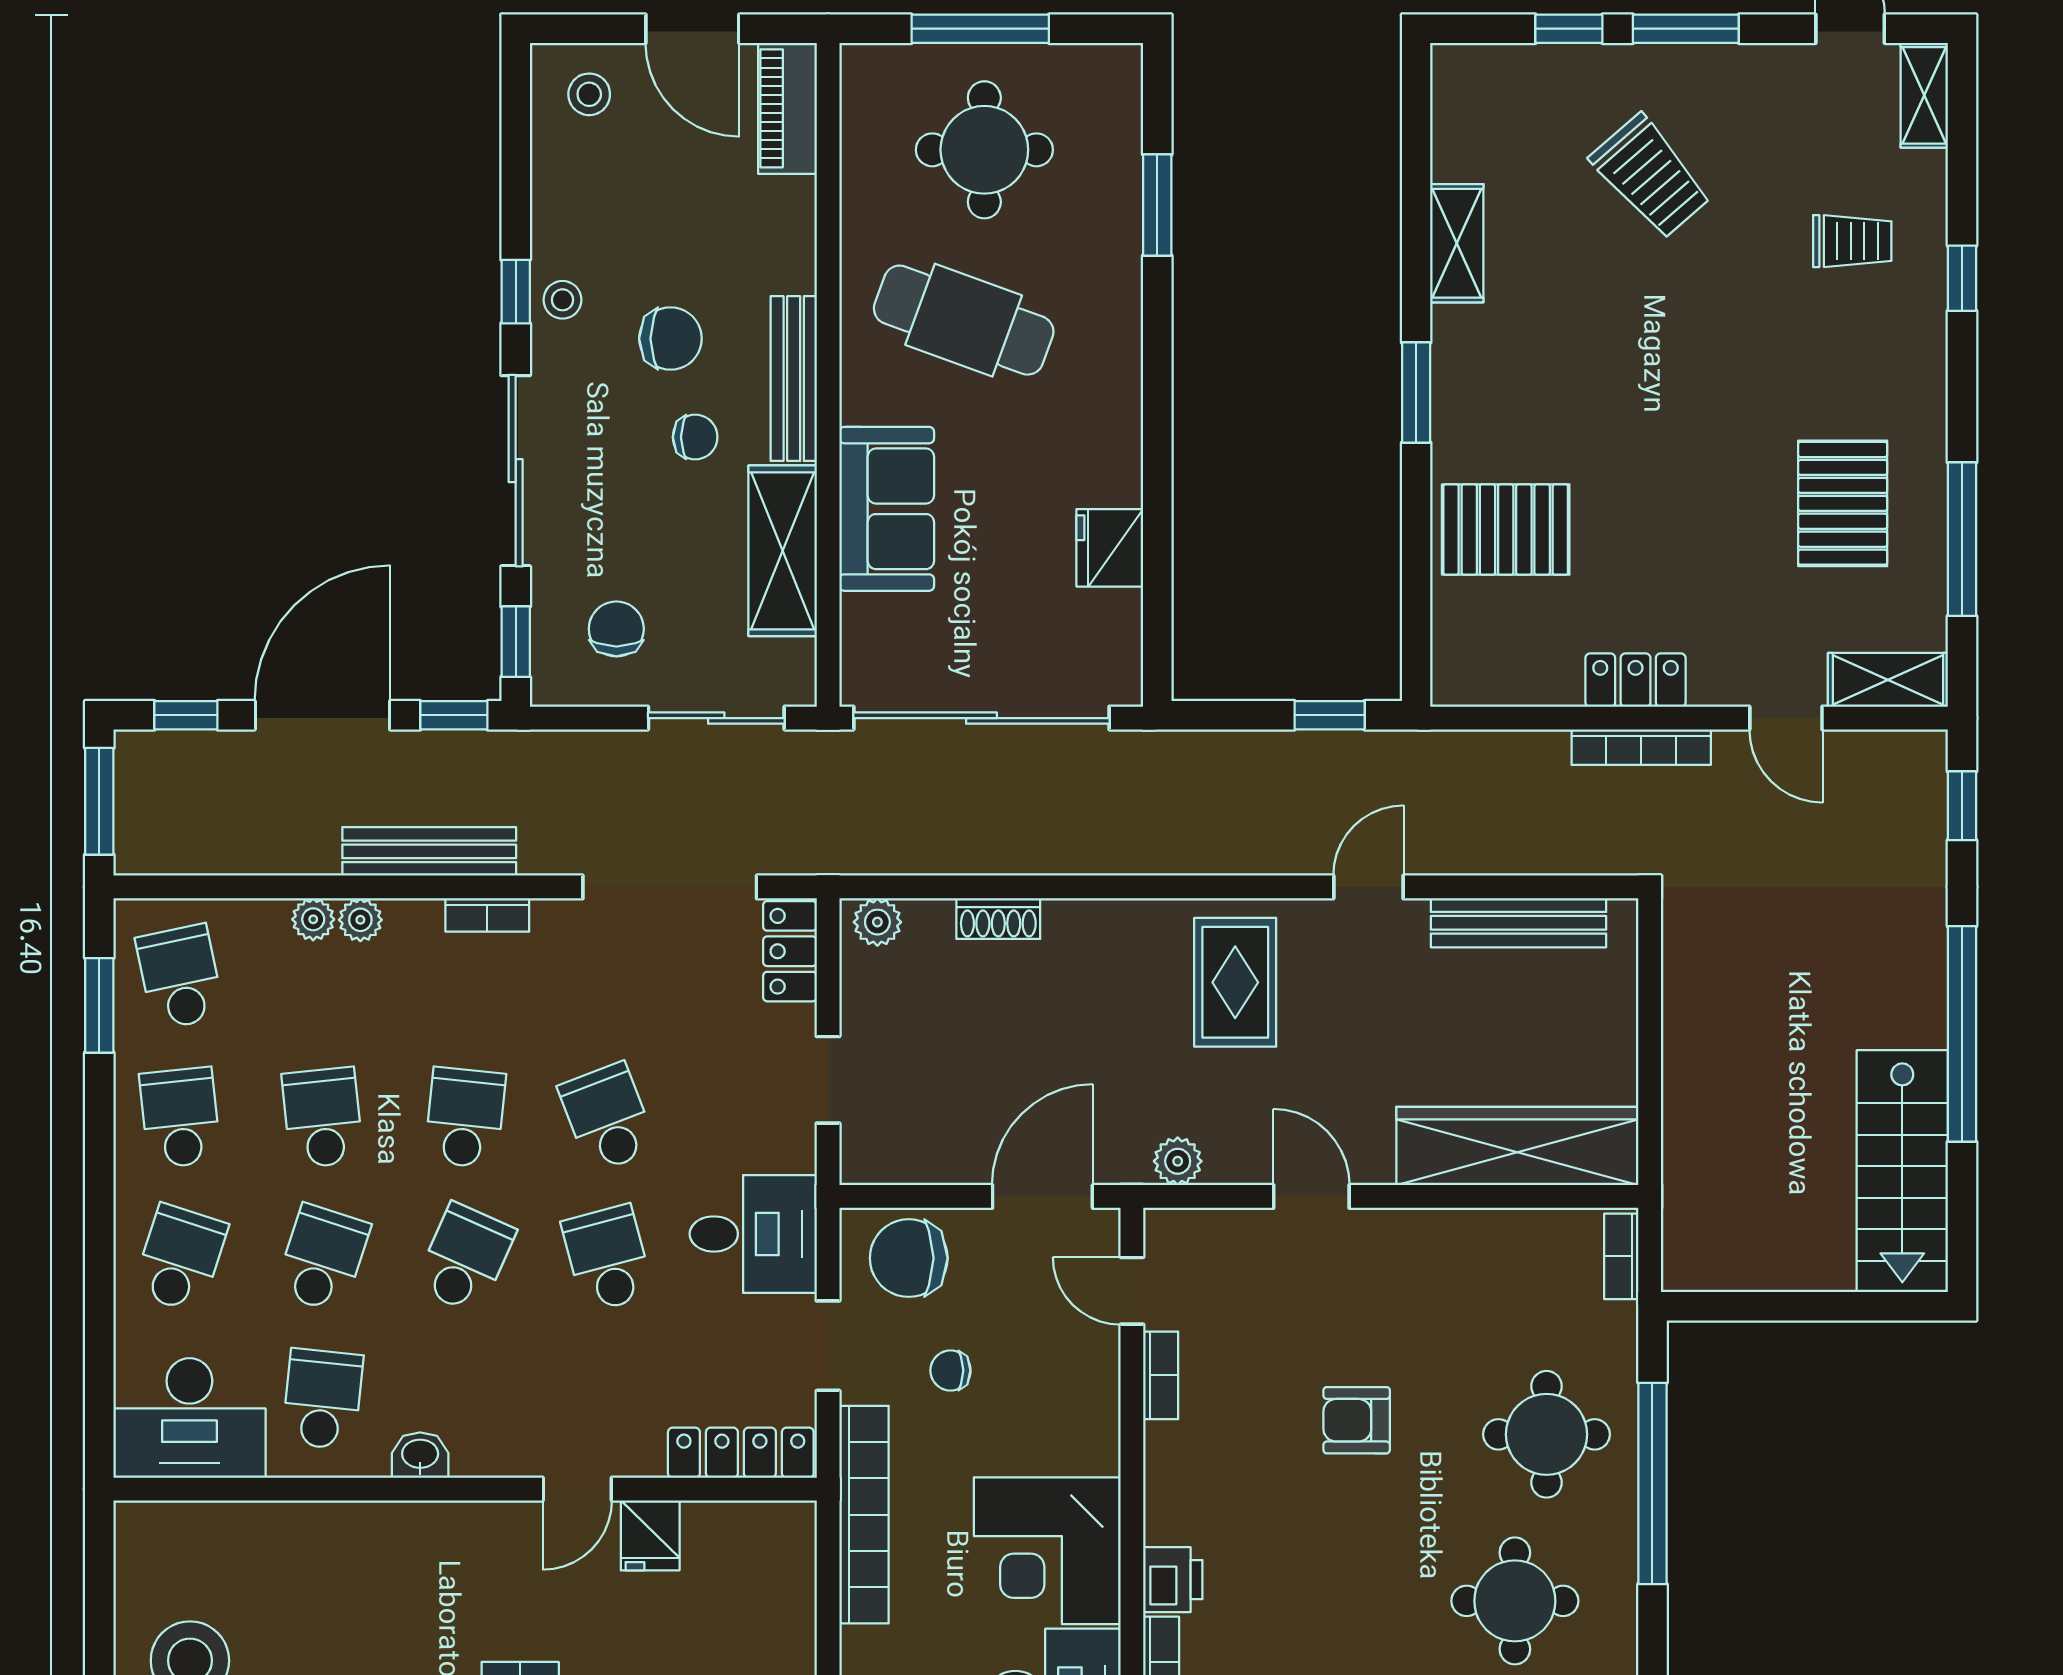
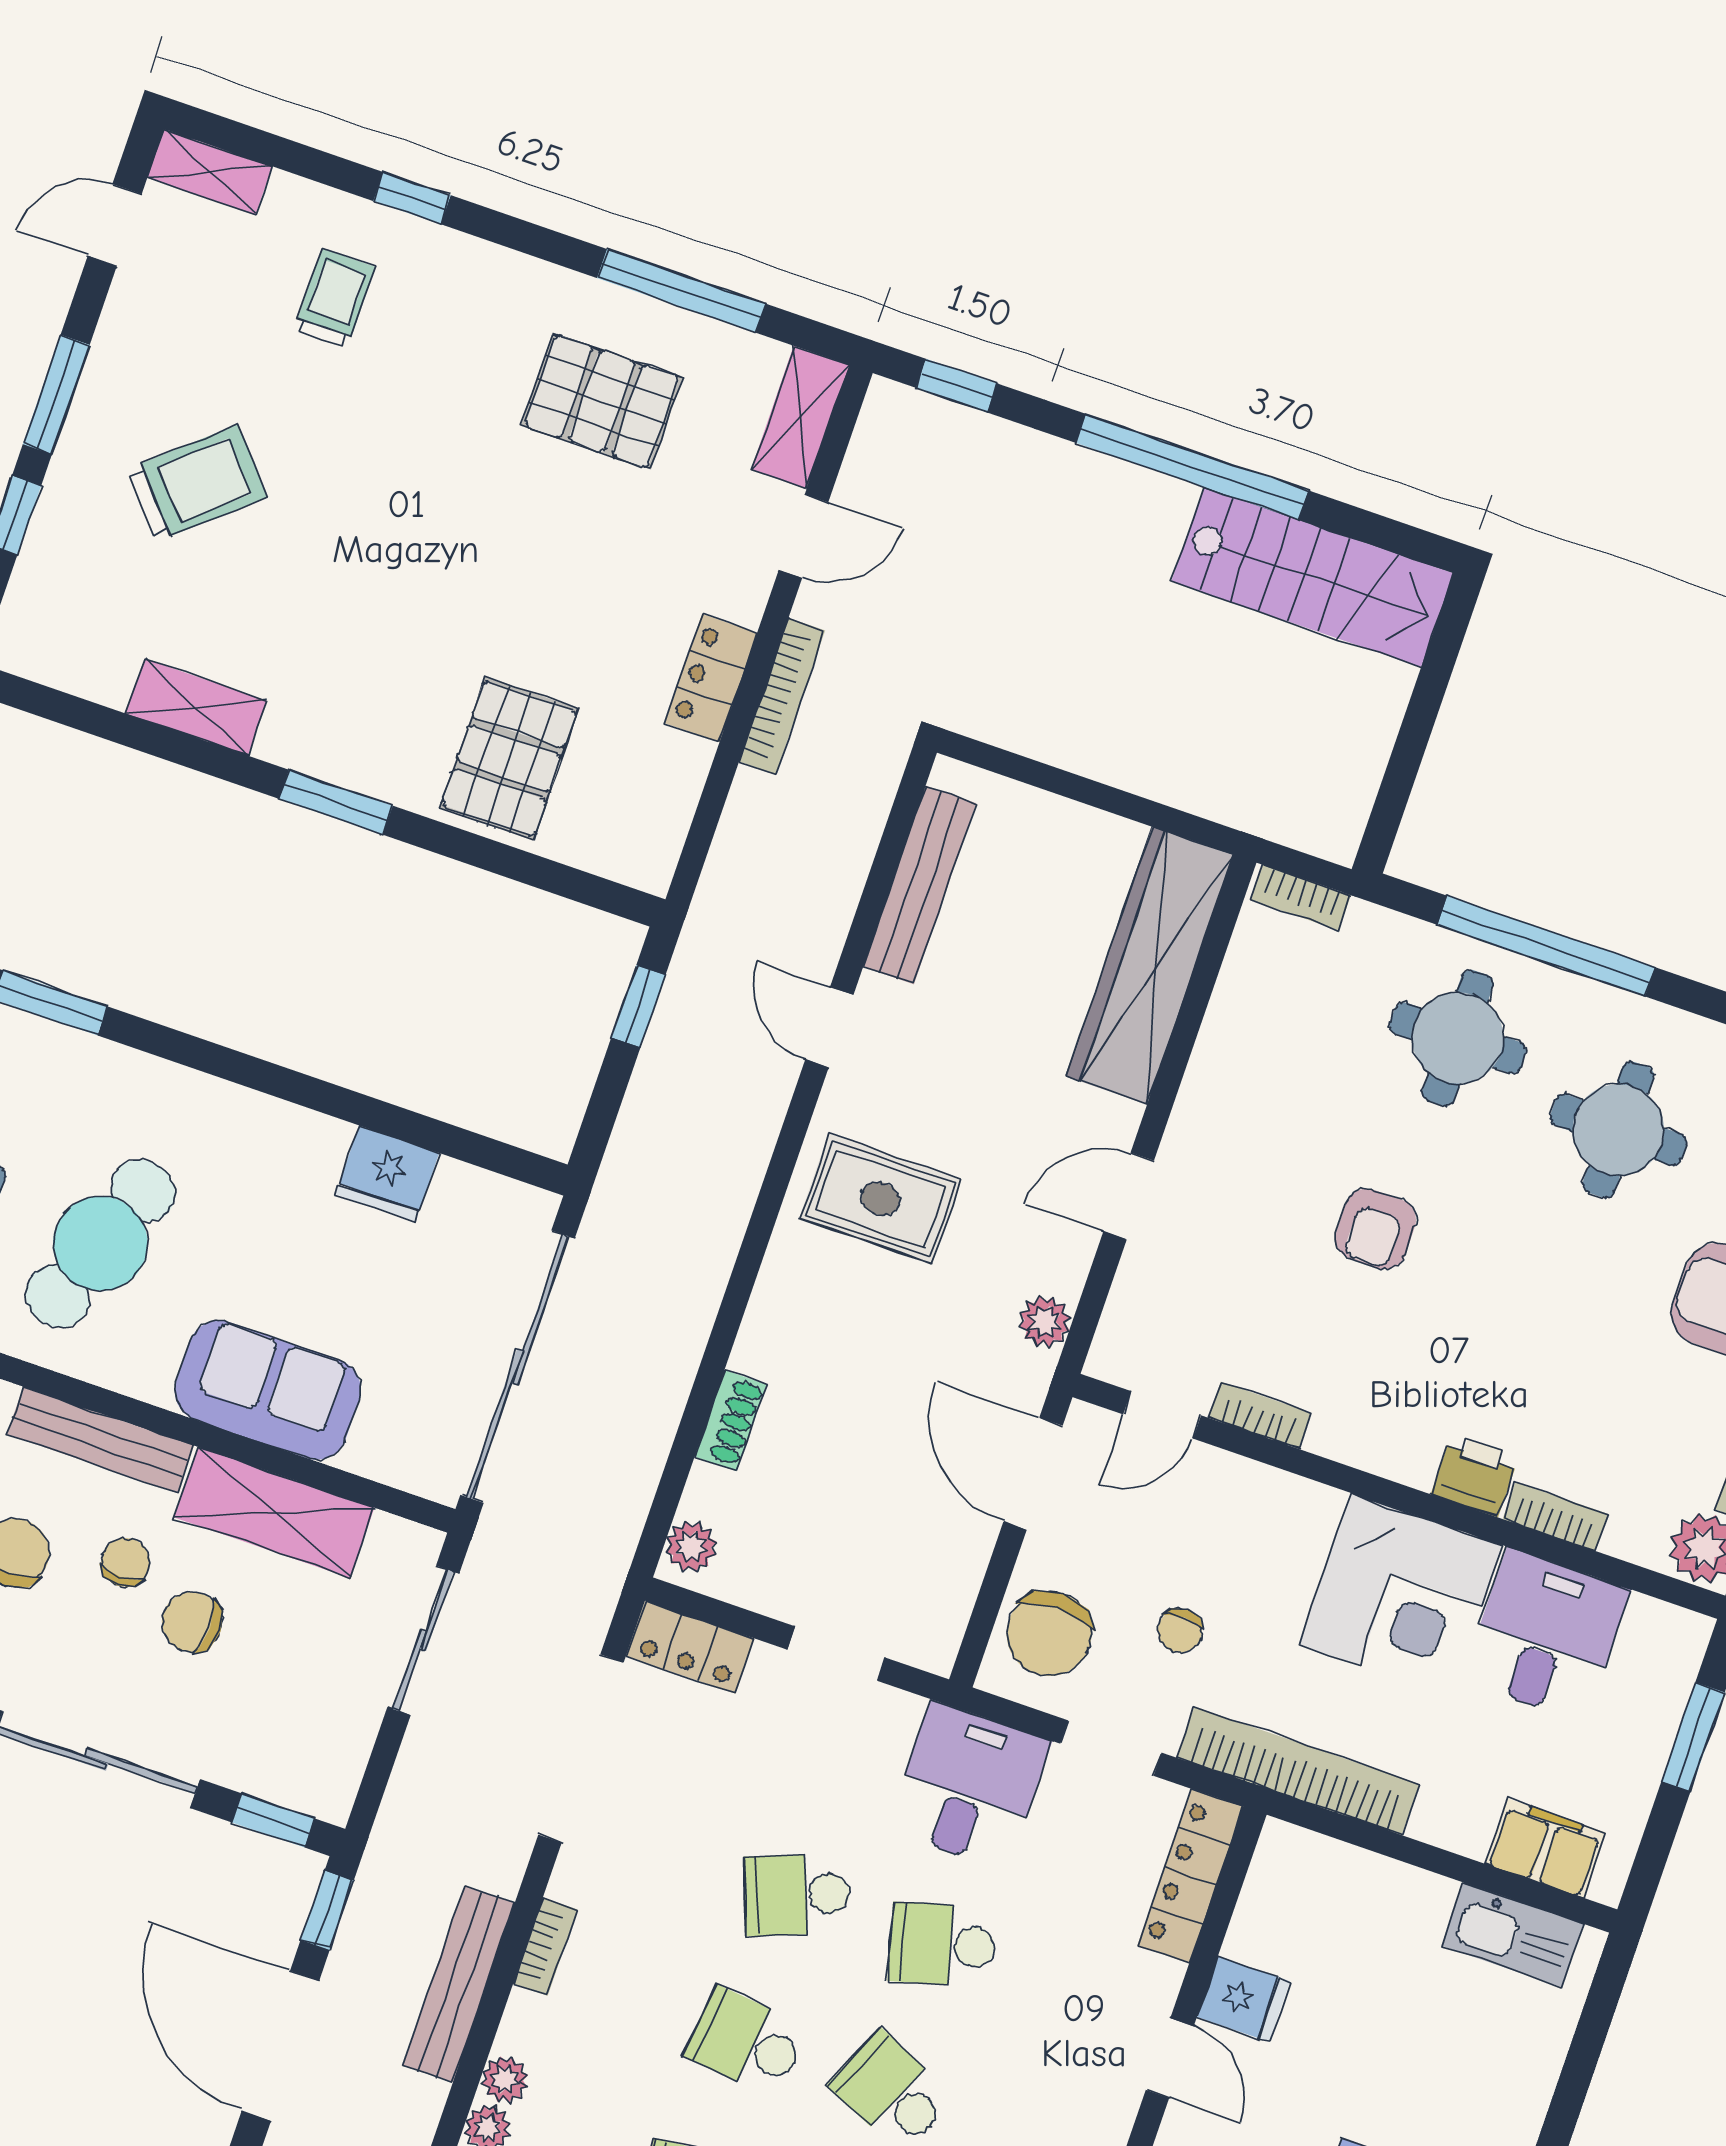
chair: (616, 629) -> (192, 1622), moved

